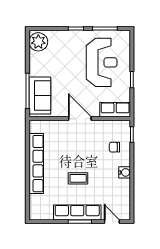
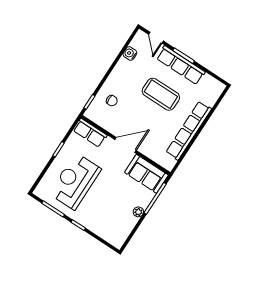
plant: (38, 42) -> (138, 212), moved, width x0.53, depth x0.53
sofa: (40, 96) -> (146, 174), moved, turned -90
door: (80, 119) -> (126, 145), swing flipped
water cooler: (125, 172) -> (130, 54), moved
coffee table: (78, 178) -> (161, 94), width x1.86, depth x1.72

